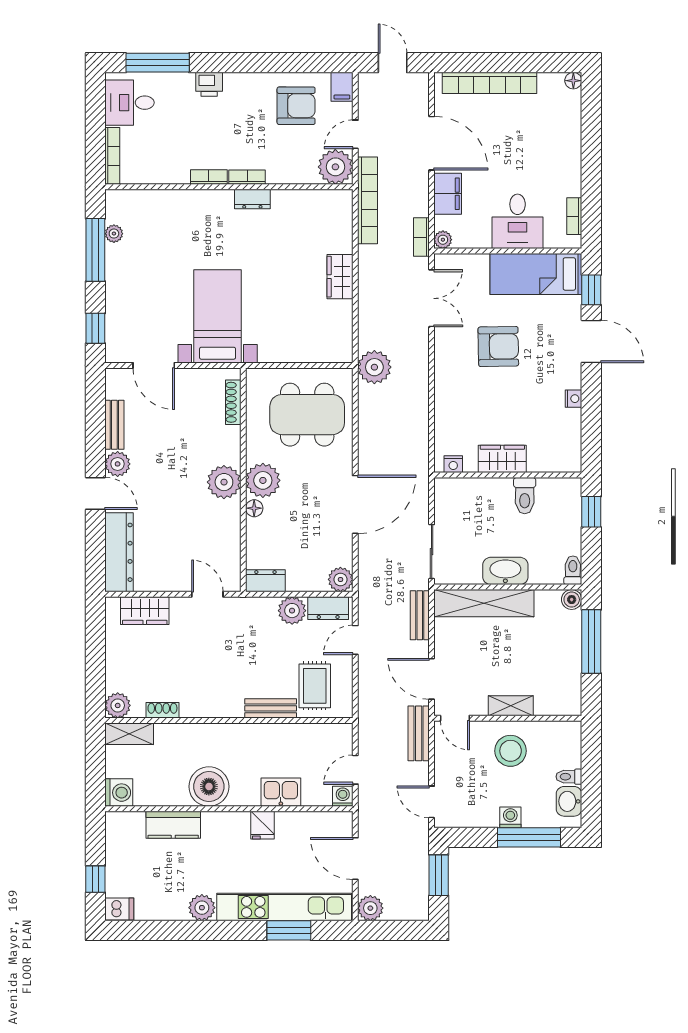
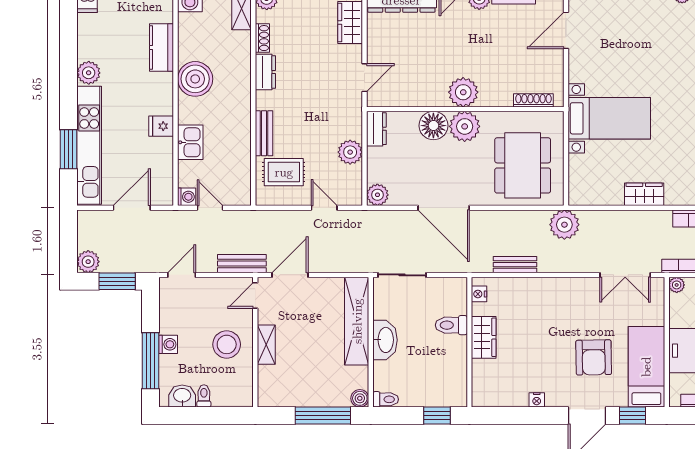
bed with nightstands: (218, 316) -> (609, 118), moved
armchair: (498, 346) -> (594, 357), moved
toilet: (525, 496) -> (451, 325), moved
floor lamp: (254, 508) -> (433, 126), width x1.89, depth x1.89
dresser: (328, 608) -> (265, 72), moved, turned 180
bench: (420, 615) -> (515, 265), moved
plant: (370, 908) -> (88, 262), moved

